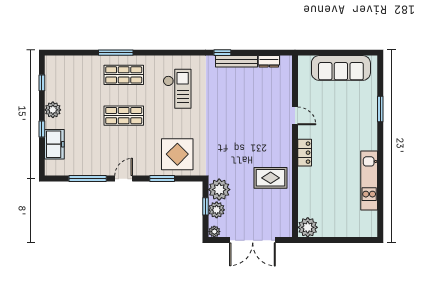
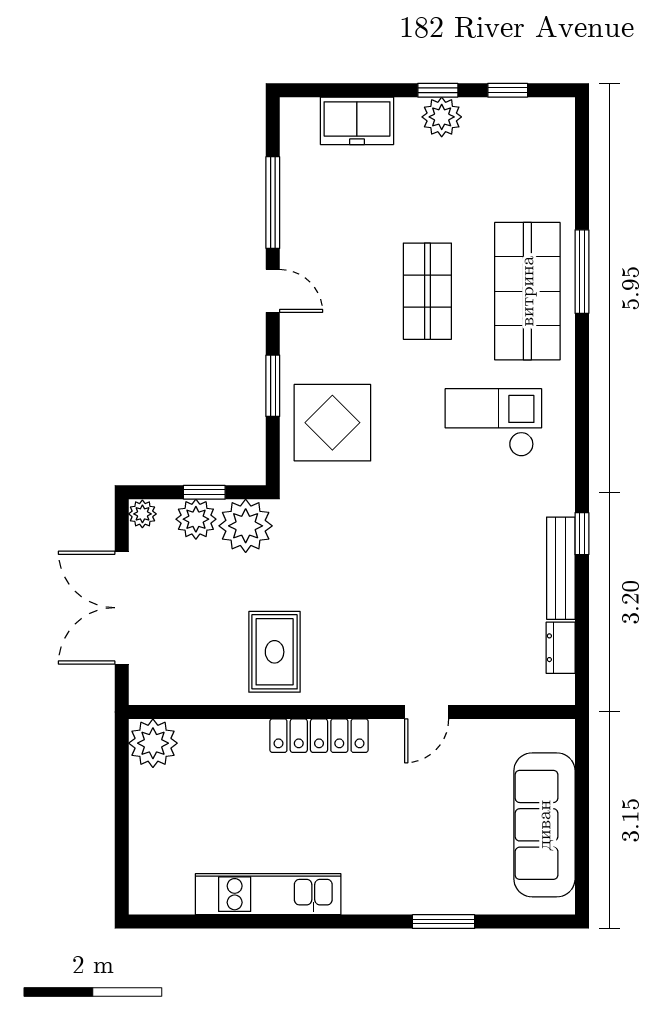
shop shelf: (124, 75) -> (527, 291), width x1.43, depth x1.36
checkout: (177, 89) -> (493, 422), turned 180
window: (42, 129) -> (438, 90), moved
locker: (305, 153) -> (319, 736), width x1.53

